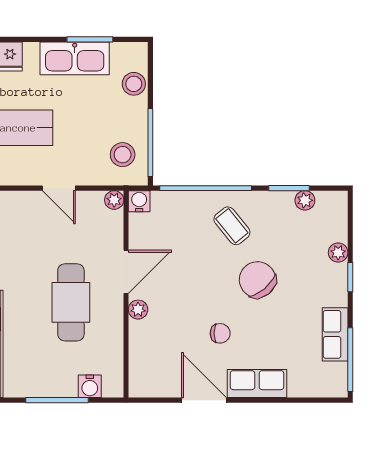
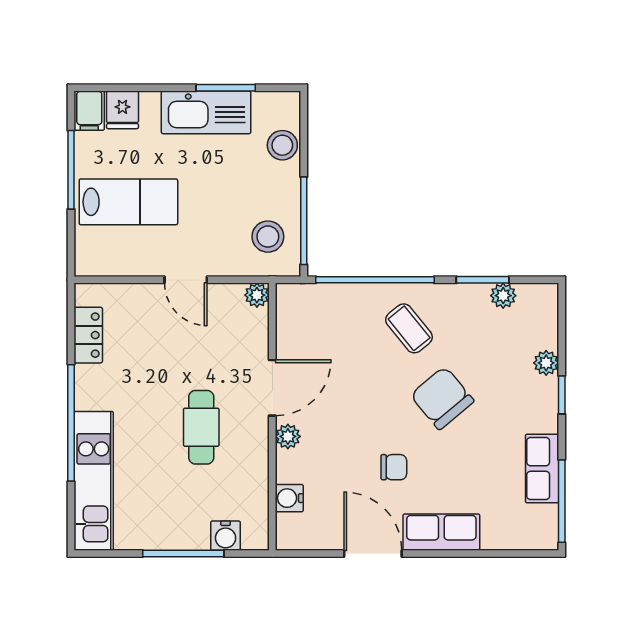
water cooler: (139, 201) -> (289, 498), moved, turned -90
cafe table: (71, 302) -> (201, 427), width x0.73, depth x0.74

